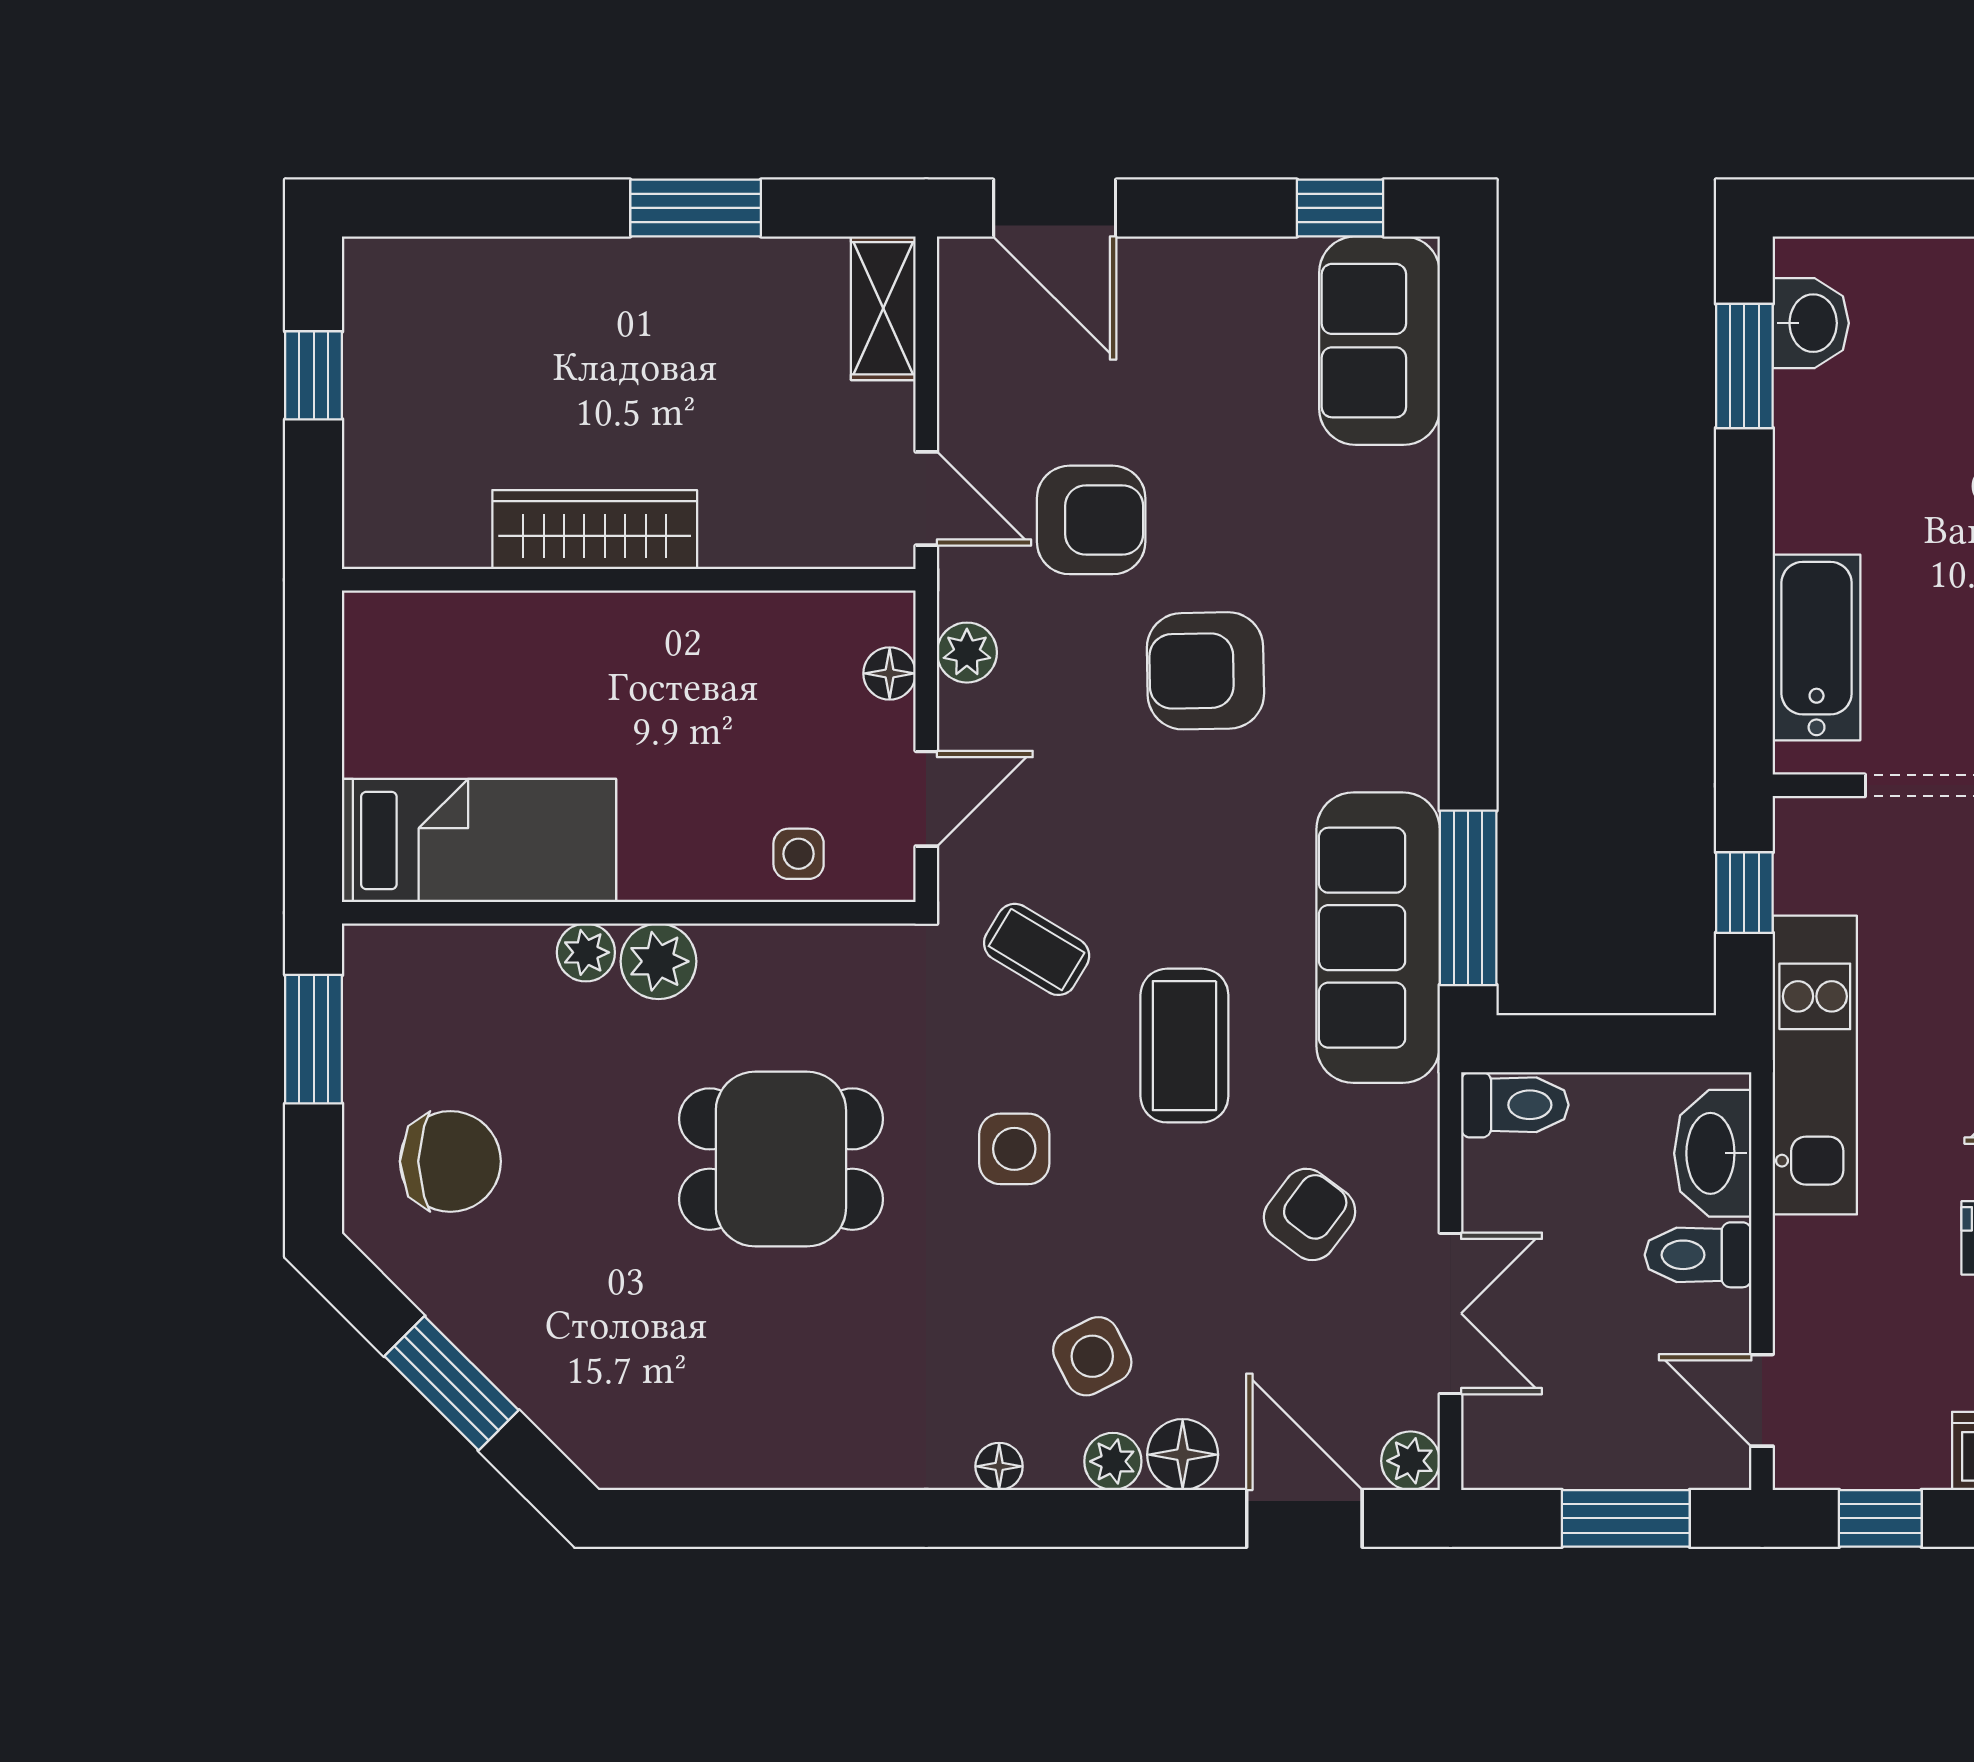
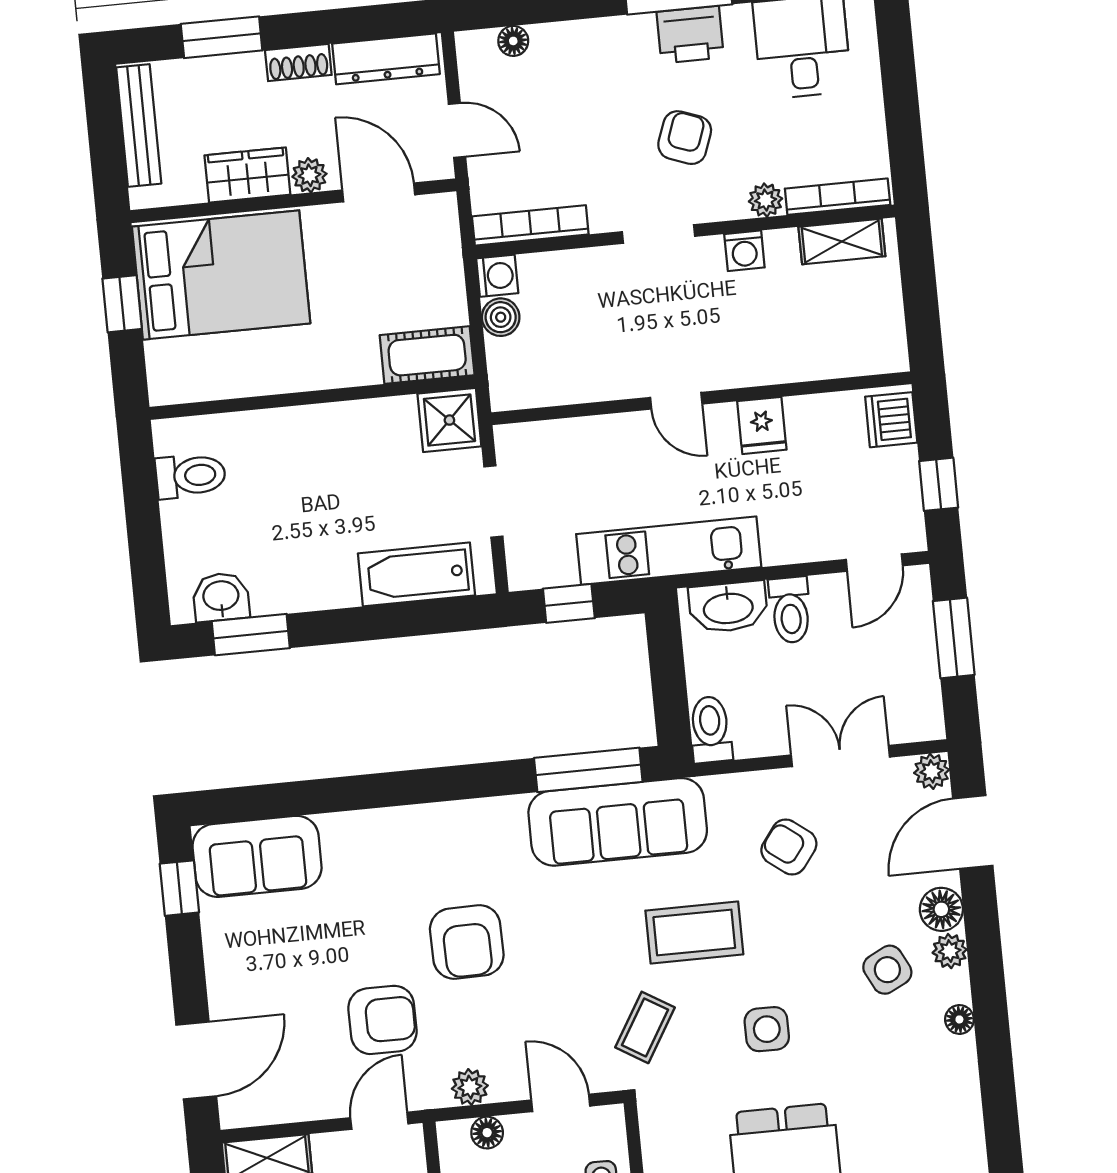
armchair: (1091, 520) -> (382, 1020), turned 90

